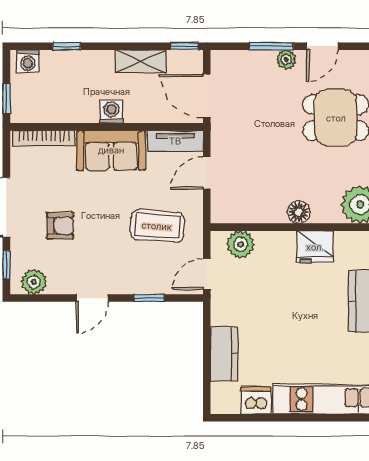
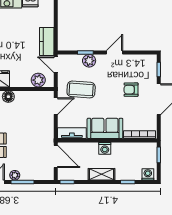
shelving: (141, 61) -> (101, 174), moved
door: (207, 173) -> (56, 106), moved
door: (207, 274) -> (56, 65), swing flipped
plant: (34, 282) -> (89, 61), moved
kitchen counter: (224, 354) -> (47, 42), moved

